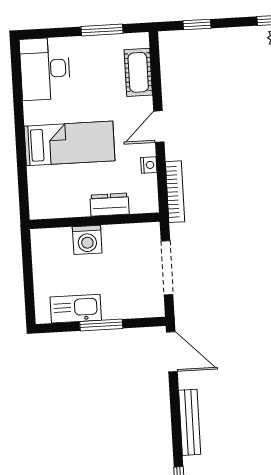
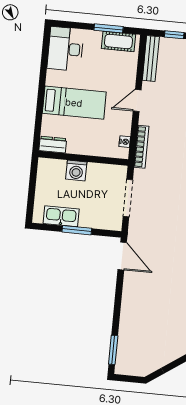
cot: (138, 72) -> (118, 41), moved, turned 90
nightstand: (149, 165) -> (125, 142), moved
dresser: (110, 205) -> (53, 145), moved
bench: (190, 422) -> (151, 58), moved

